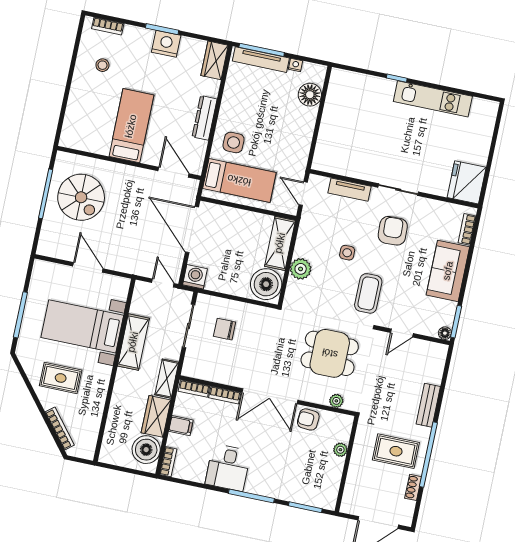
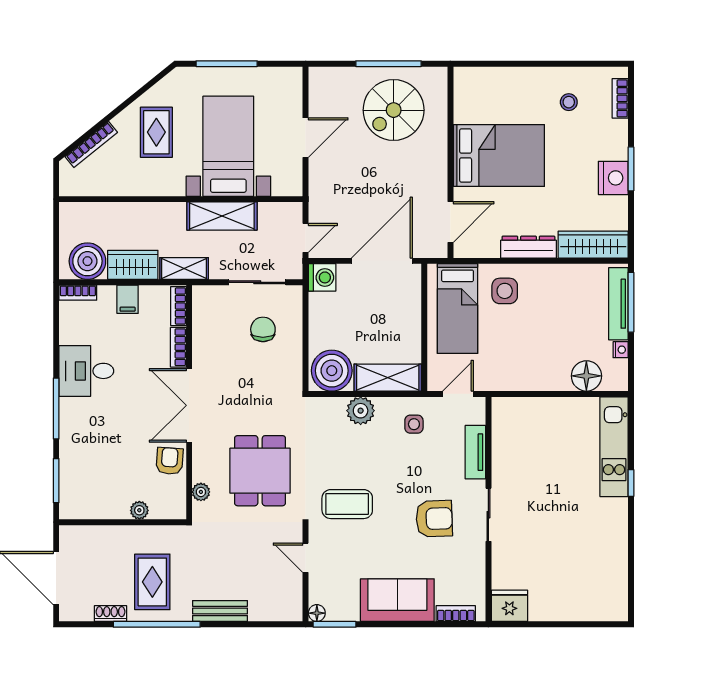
wardrobe: (215, 60) -> (593, 245), width x1.50
kitchen unit: (433, 99) -> (614, 447), moved
bed: (131, 126) -> (499, 155), width x1.50
fridge: (467, 182) -> (509, 606), width x0.73, depth x0.75
side table: (347, 253) -> (414, 424), moved

